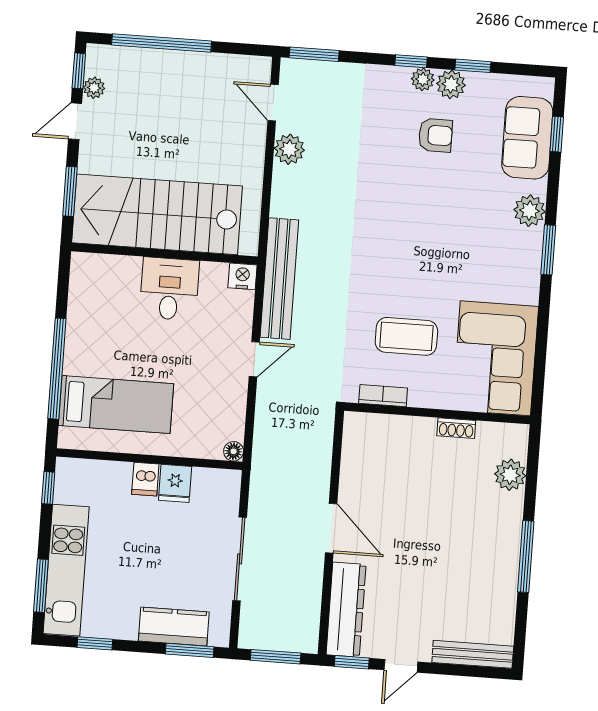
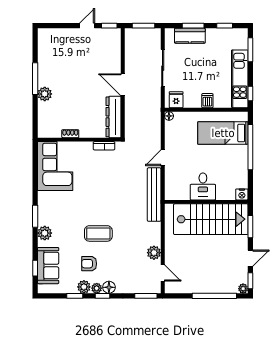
floor lamp: (395, 79) -> (109, 287), added
plant: (94, 88) -> (243, 289), moved
nightstand: (242, 276) -> (242, 194), moved
coffee table: (406, 336) -> (98, 233), moved
plant: (510, 475) -> (45, 94), moved
fridge: (175, 483) -> (176, 100), moved
kitchen unit: (66, 570) -> (240, 79), moved
dresser: (346, 610) -> (114, 117), moved
window: (190, 650) -> (193, 26), moved
bench: (473, 654) -> (56, 33), removed

